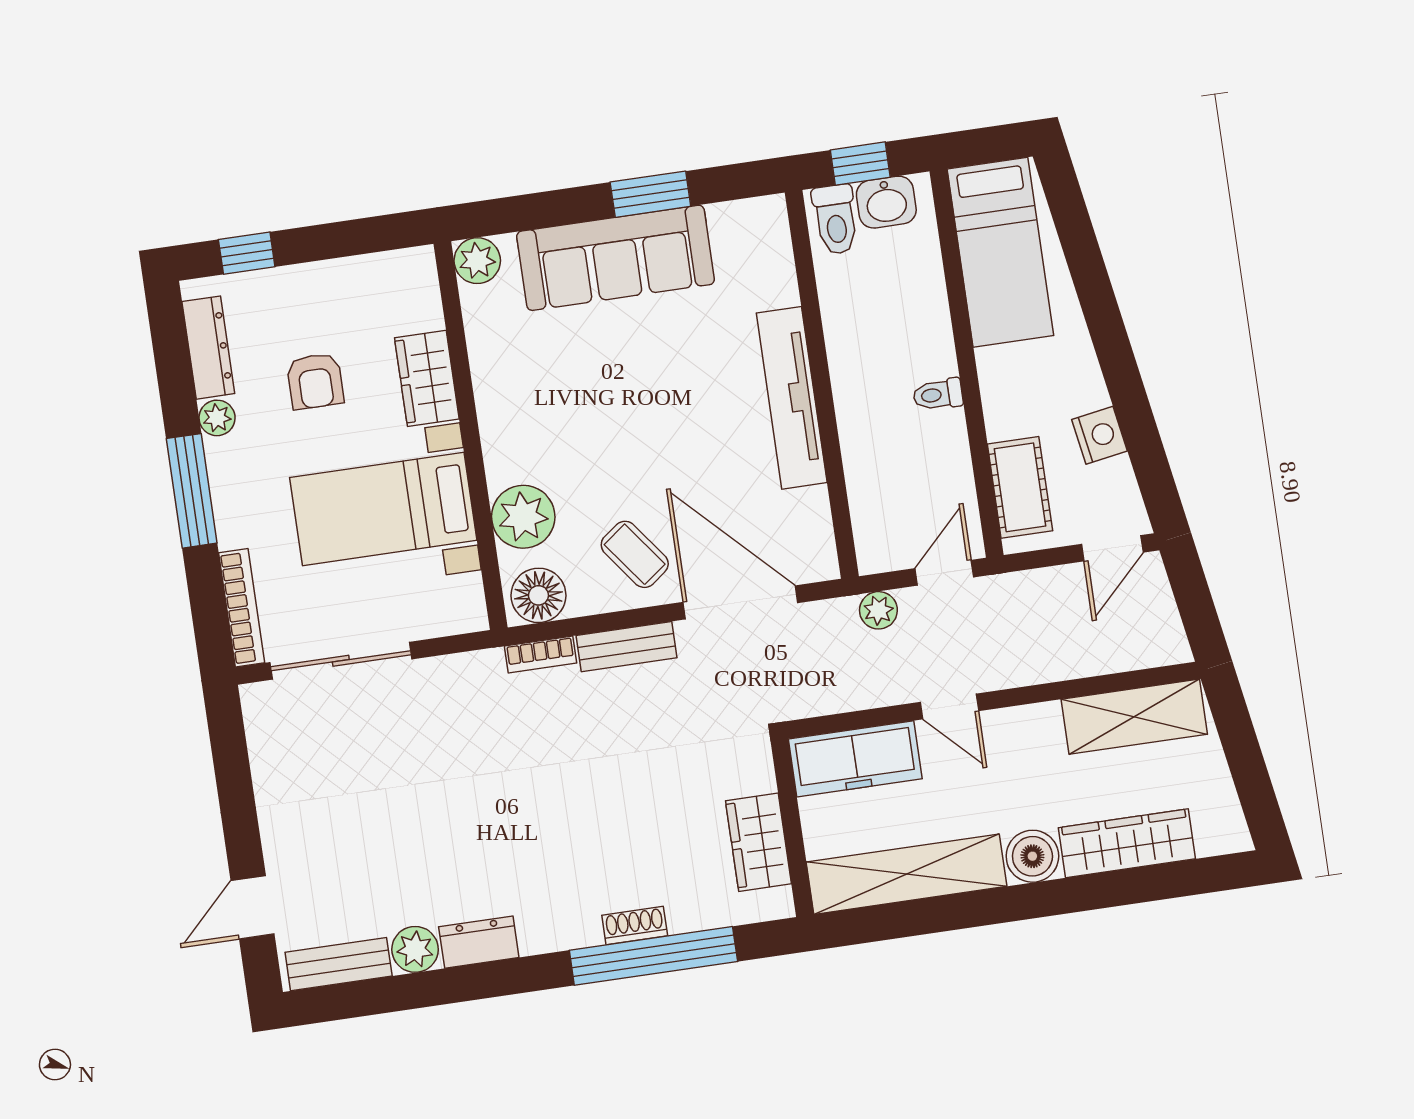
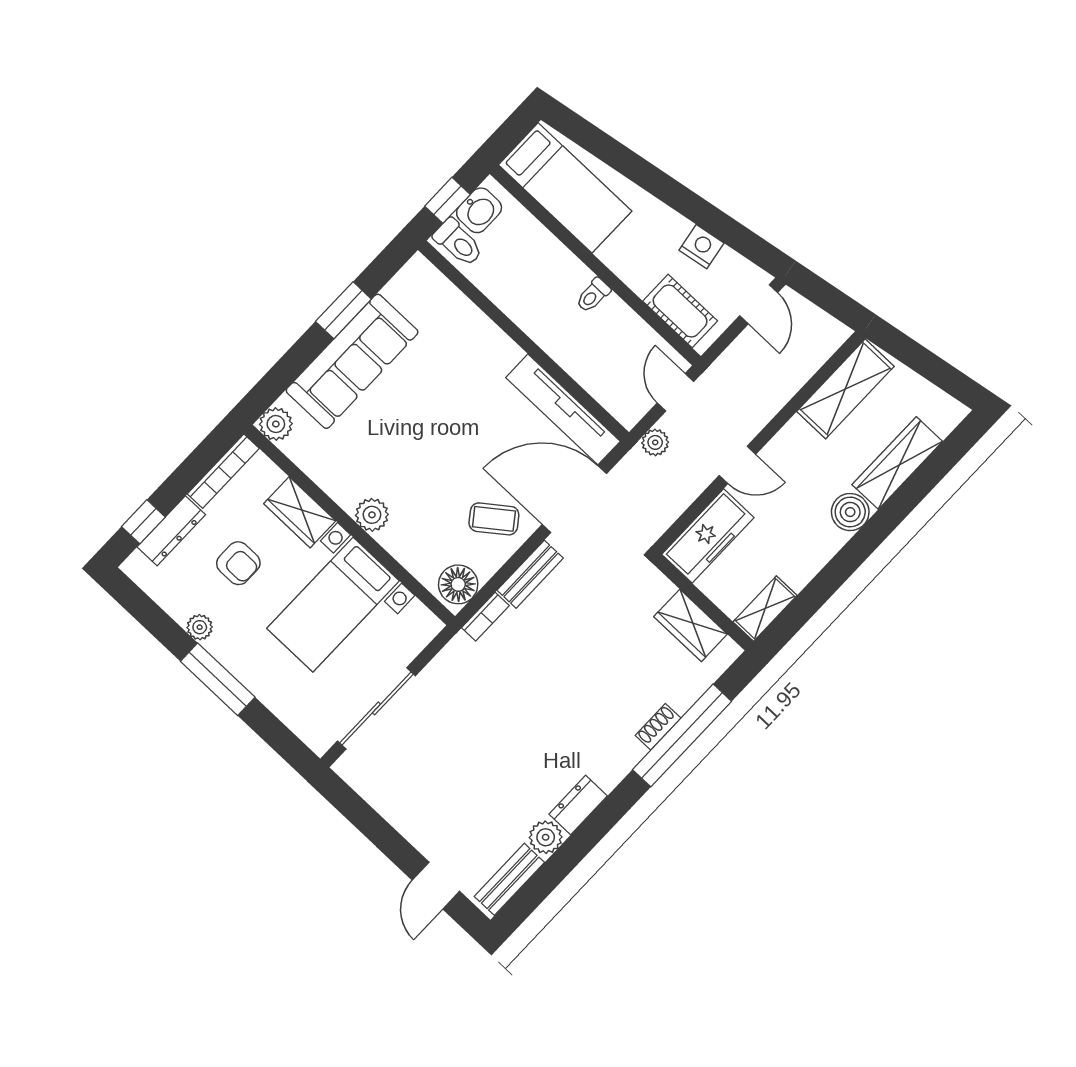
dresser: (208, 348) -> (171, 531), moved, turned 90
tv unit: (792, 398) -> (563, 409), moved
plant: (523, 517) -> (372, 515), moved, width x0.73, depth x0.73
bookcase: (242, 608) -> (223, 471), moved, turned 90
shelving: (907, 874) -> (765, 609), width x0.45, depth x0.75

